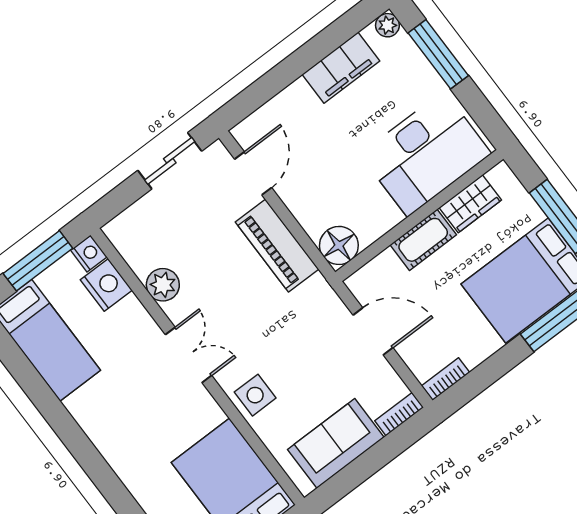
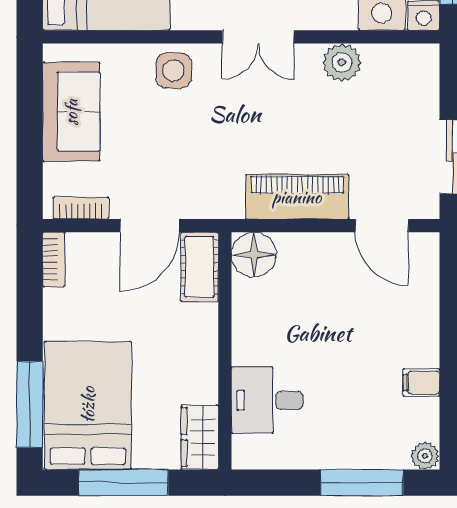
filing cabinet: (341, 68) -> (421, 382), width x0.33, depth x0.86
desk: (426, 154) -> (267, 400), width x0.53, depth x0.77
wardrobe: (470, 204) -> (200, 437), moved
cot: (423, 240) -> (199, 267), moved
bookcase: (399, 414) -> (81, 208), moved, turned -90

